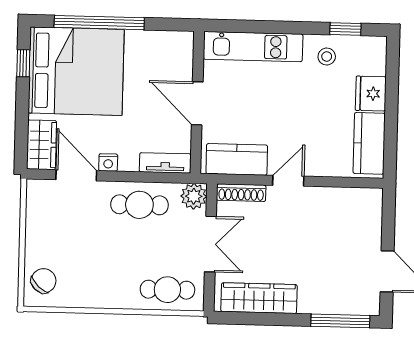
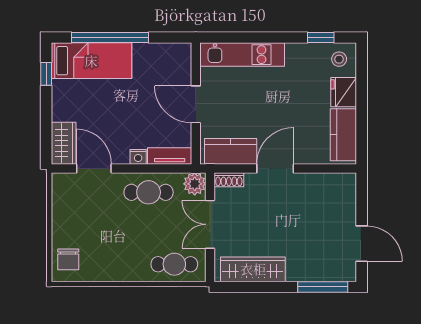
stool: (327, 57) -> (339, 59), moved
bed: (76, 71) -> (91, 61), width x0.49
nightstand: (108, 162) -> (138, 157), moved
door: (288, 181) -> (275, 168), width x1.38
shoe rack: (241, 193) -> (229, 180), width x0.70
double door: (210, 244) -> (210, 224), swing flipped
chair: (44, 281) -> (68, 259), turned 137

